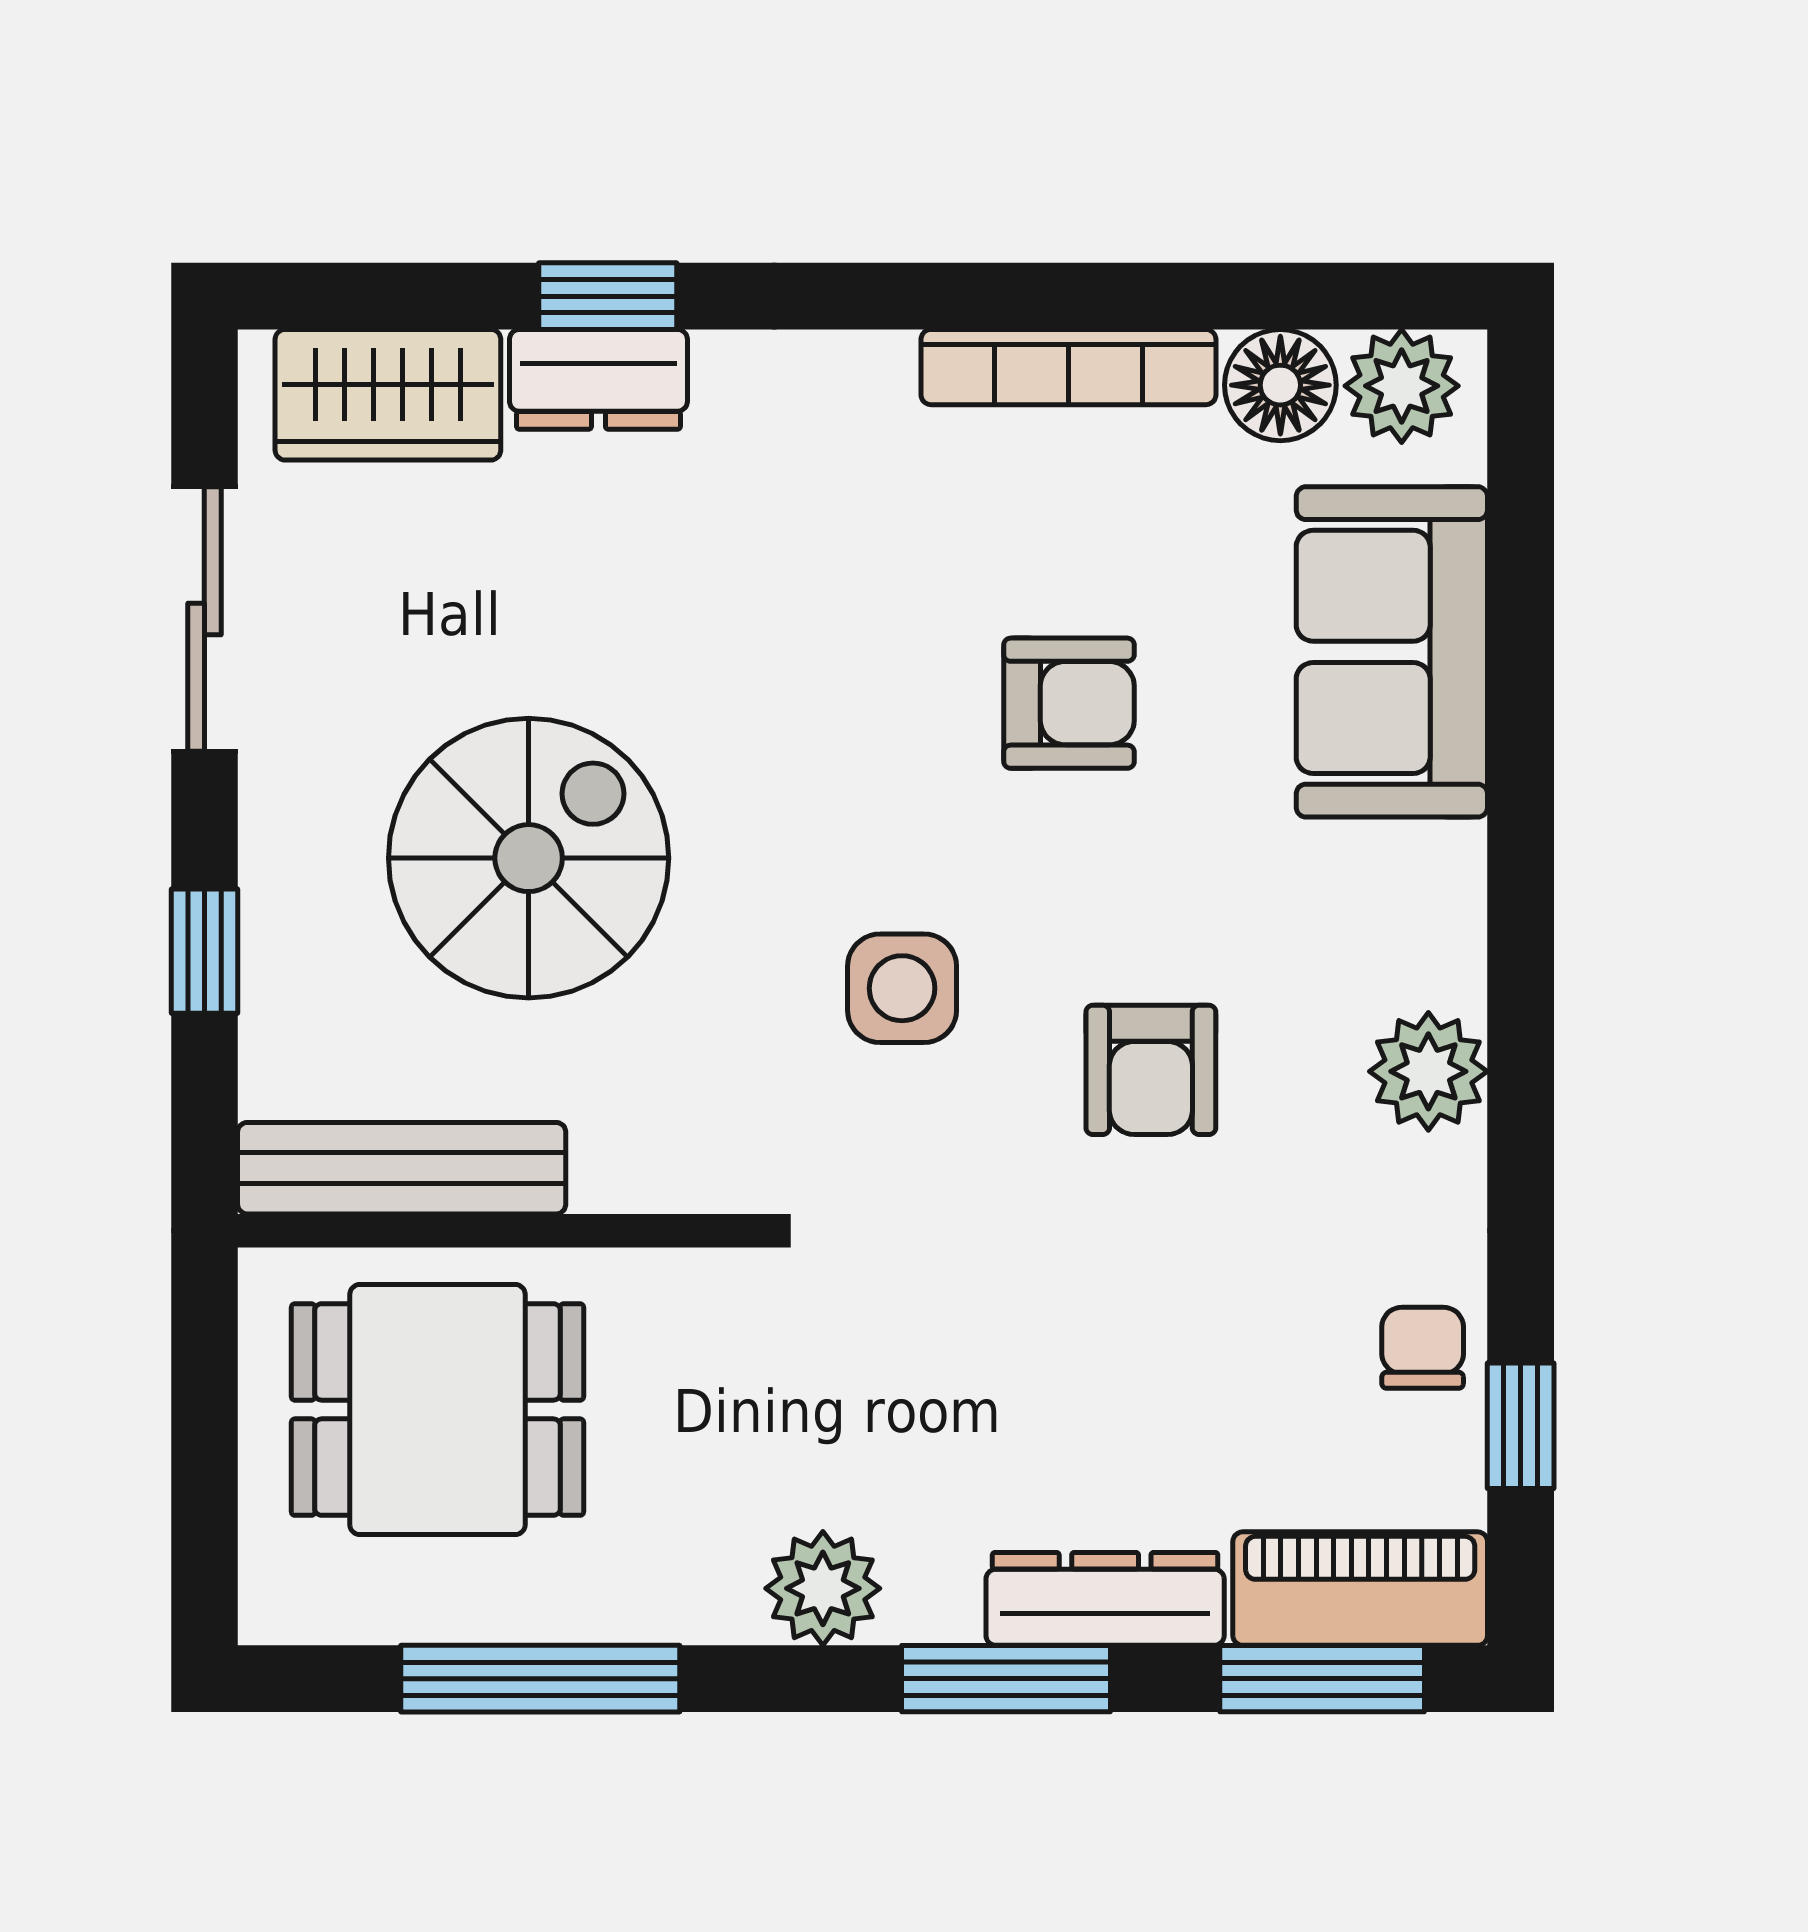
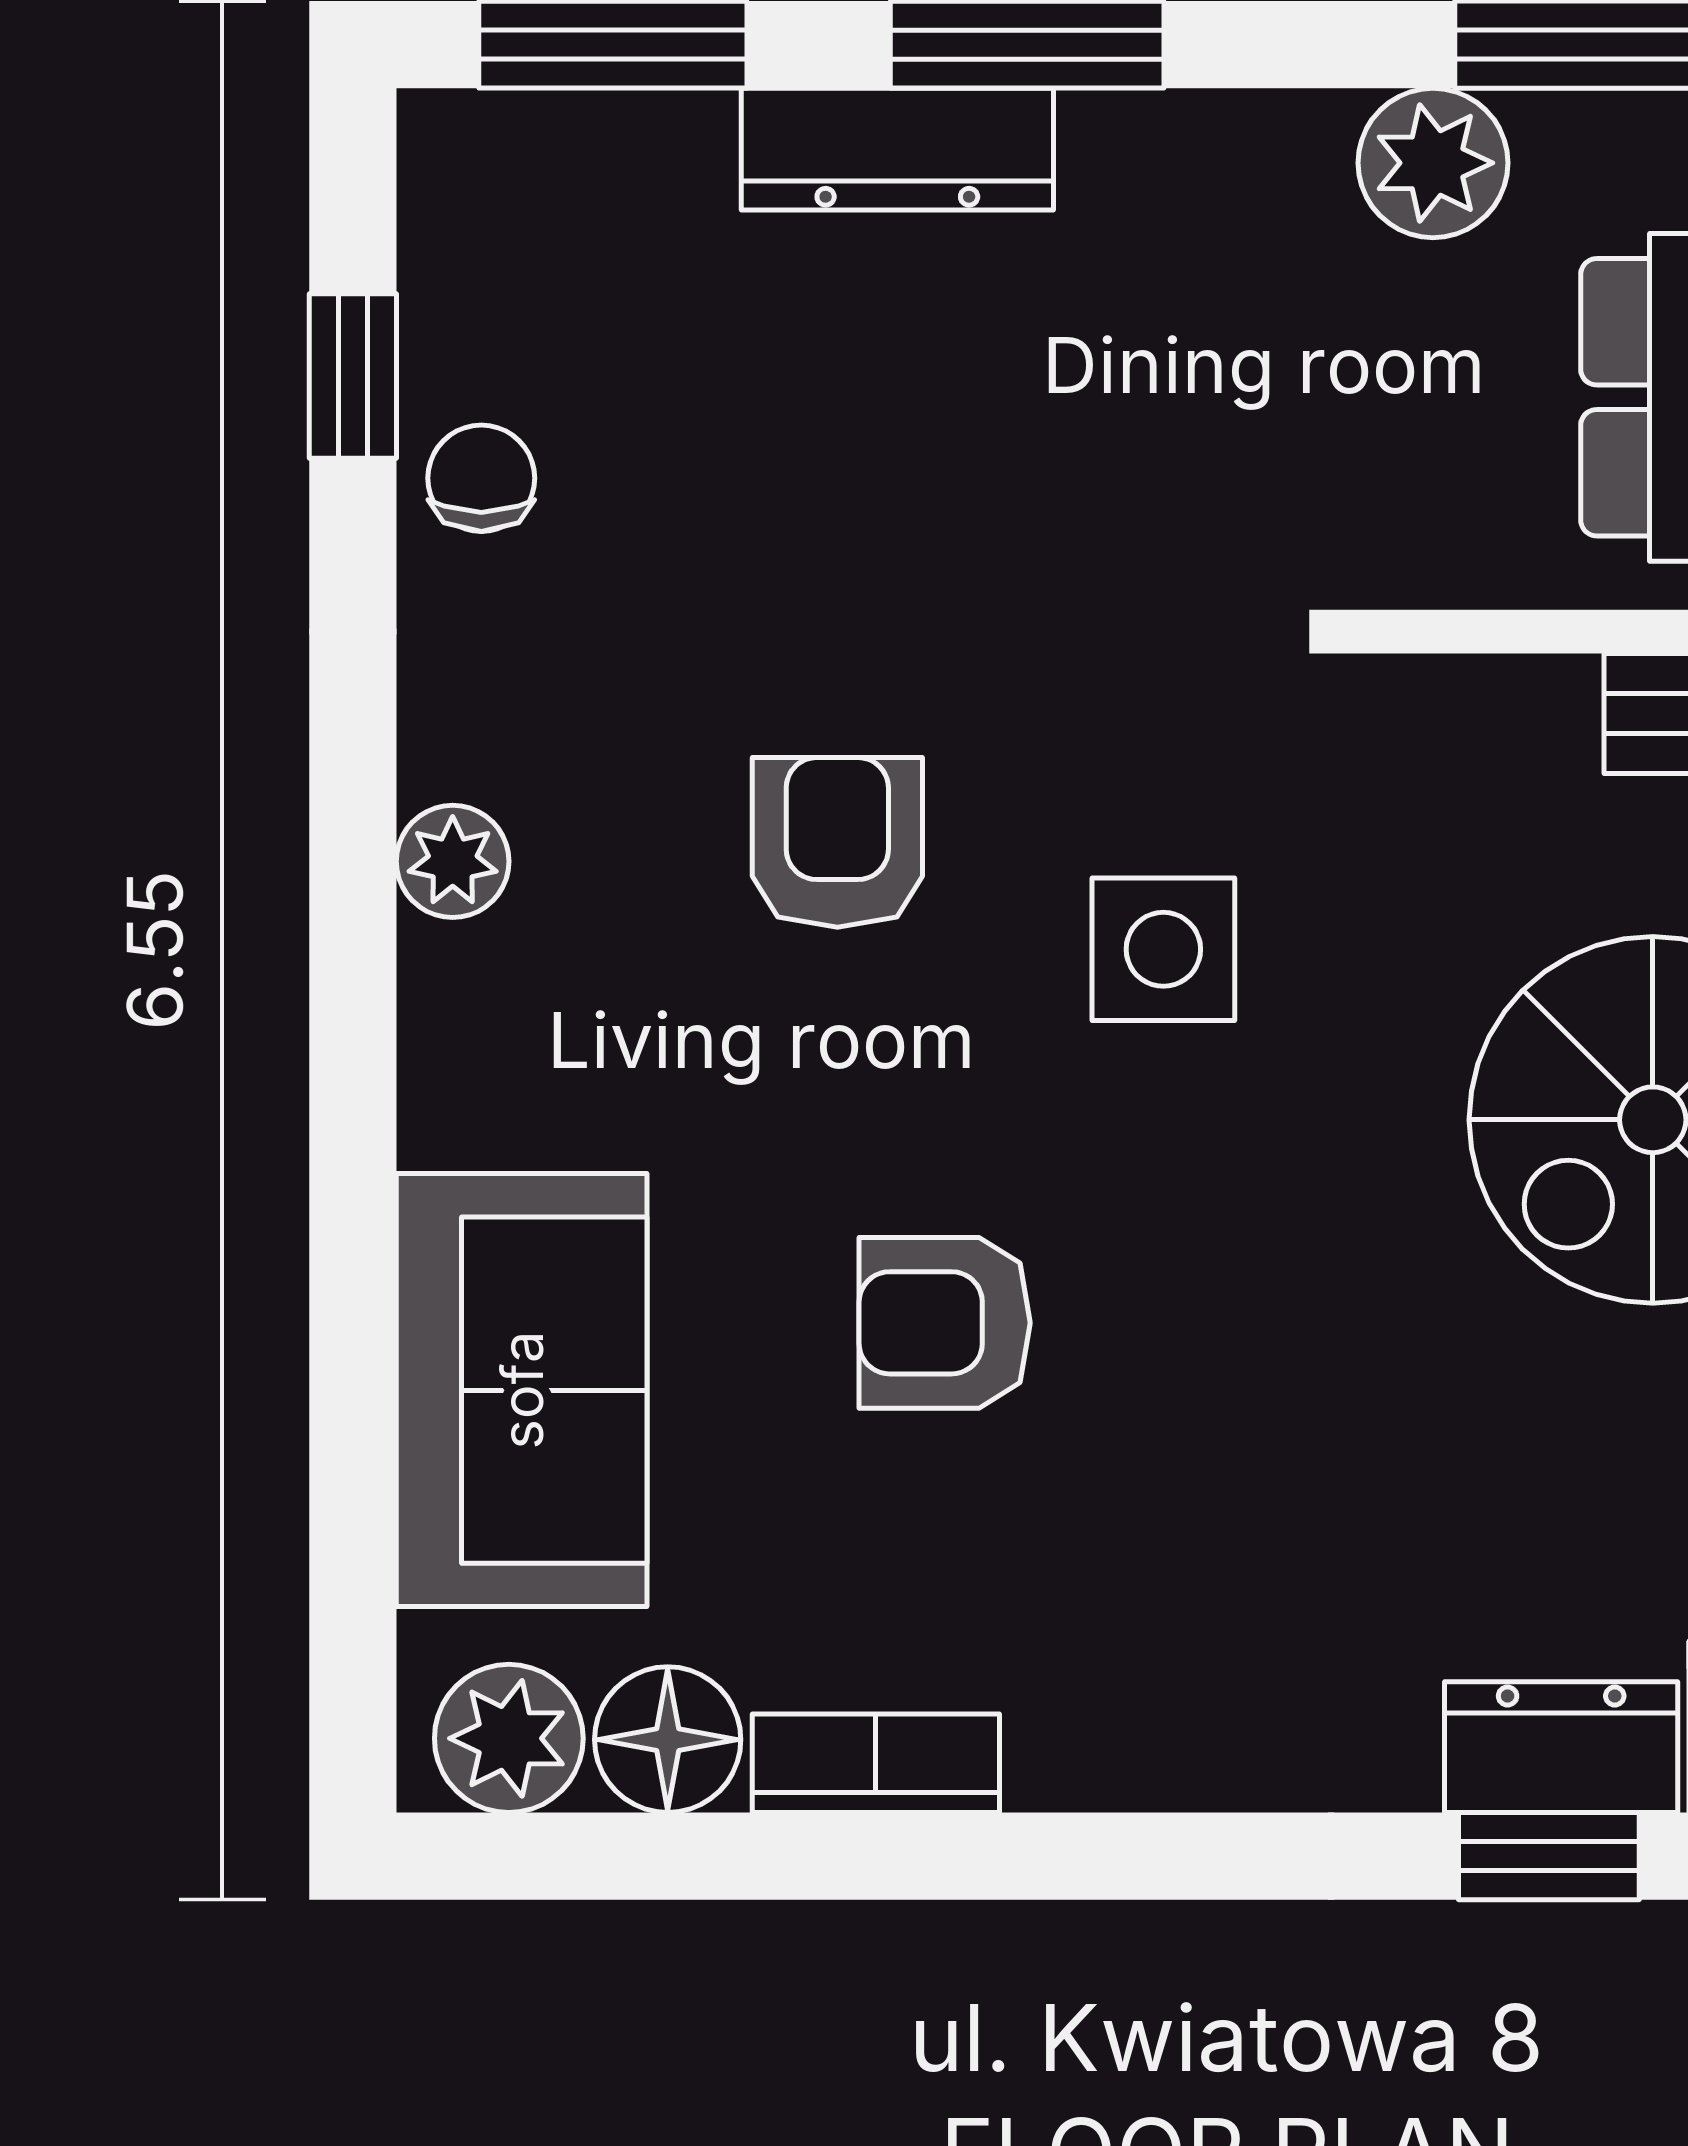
bookcase: (1068, 367) -> (876, 1763), width x0.64
plant: (1428, 1071) -> (453, 861), width x0.73, depth x0.73
chair: (1423, 1348) -> (481, 478), turned 180
plant: (823, 1588) -> (1433, 163), moved
piano: (1360, 1589) -> (563, 163), removed

